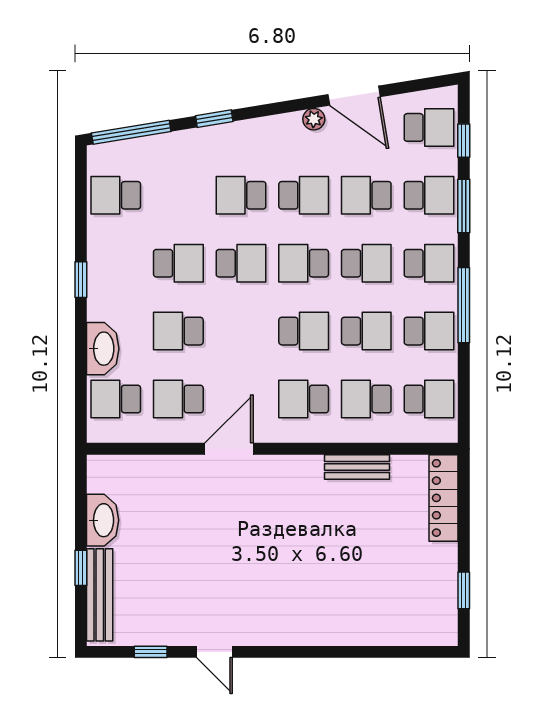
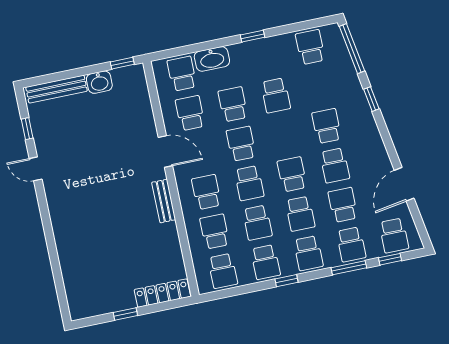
plant: (314, 119) -> (384, 162), removed
school desk: (241, 263) -> (241, 144), moved, turned 180
window: (464, 305) -> (286, 281), width x0.46
bench: (357, 467) -> (164, 201), moved
washbasin: (103, 520) -> (99, 82), width x0.72
window: (81, 568) -> (122, 63), moved
window: (464, 590) -> (125, 314), moved
door: (214, 652) -> (36, 169), hinge flipped

